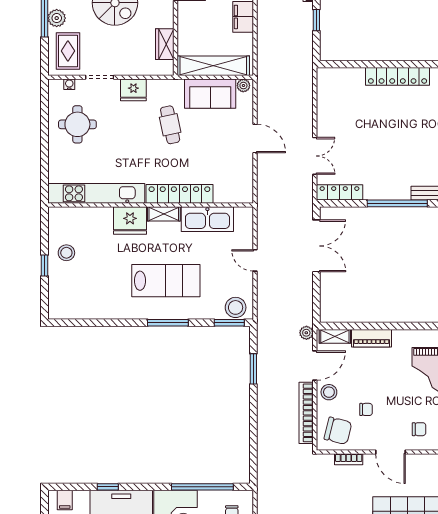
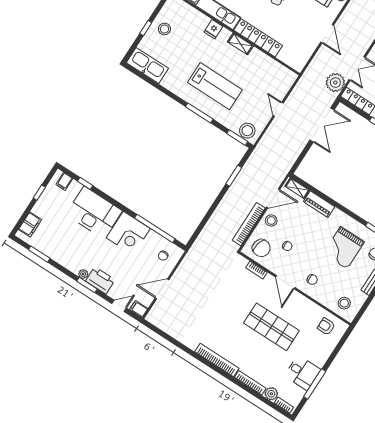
kitchen sink: (207, 219) -> (147, 65), moved, turned 180
fridge: (130, 221) -> (213, 29), width x0.53, depth x0.75
plant: (306, 333) -> (335, 83), moved, width x1.88, depth x1.88
window: (108, 487) -> (85, 183), moved

